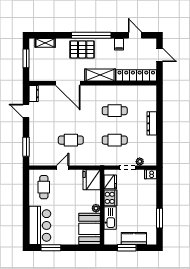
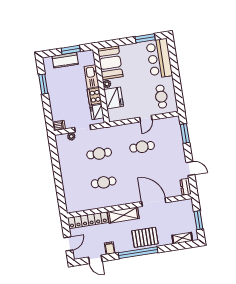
door: (159, 55) -> (68, 244), swing flipped
dresser: (152, 123) -> (65, 176), removed
fridge: (92, 180) -> (114, 98), moved

